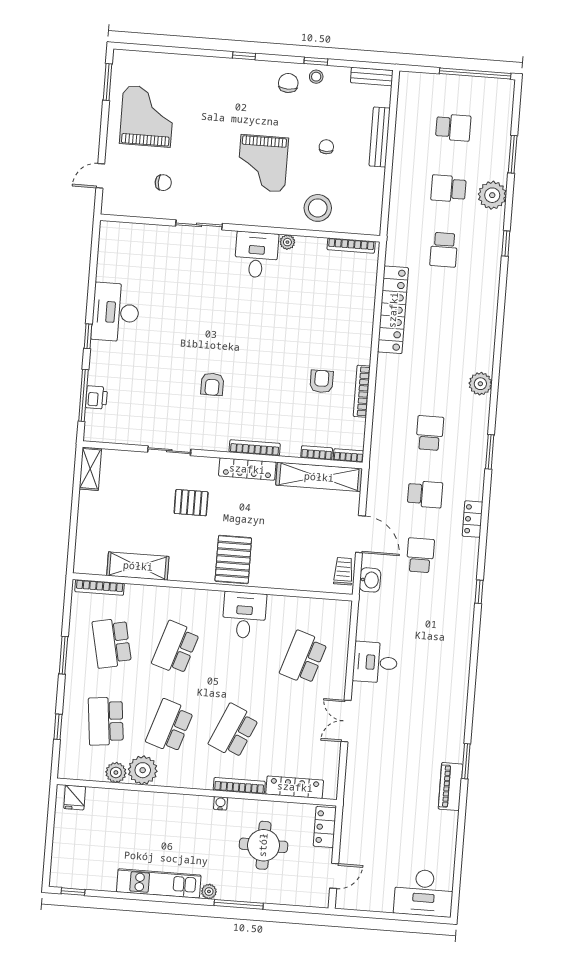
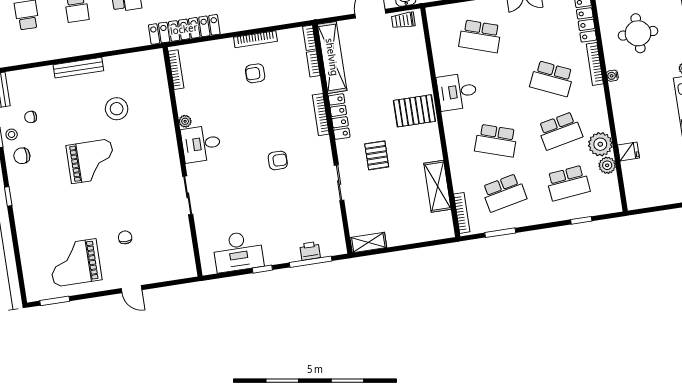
bench: (380, 137) -> (78, 68), moved
chair: (326, 147) -> (31, 117), moved
sliding door: (199, 225) -> (188, 195), moved
wall: (240, 228) -> (183, 162), moved
plant: (287, 242) -> (185, 121), moved
bookcase: (351, 246) -> (176, 70), moved
desk: (256, 255) -> (201, 144), moved
window: (63, 655) -> (500, 233), moved
school desk: (170, 726) -> (560, 131), turned -30
fridge: (75, 798) -> (628, 151), moved

